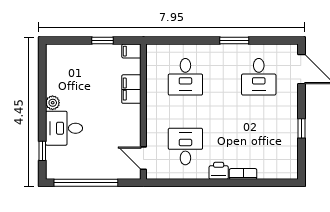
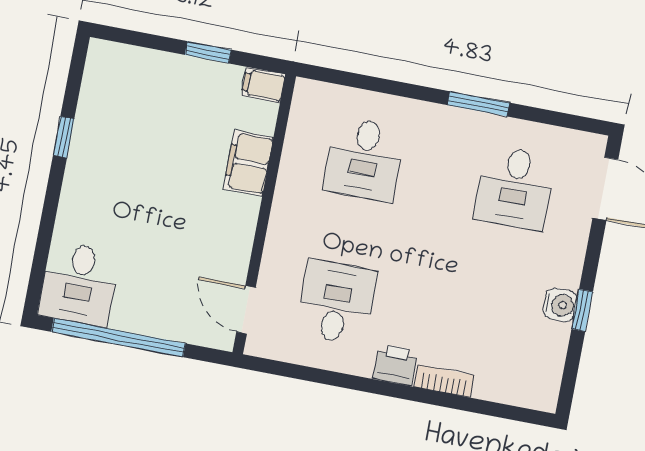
plant: (53, 103) -> (81, 160), removed
desk: (64, 128) -> (79, 284), moved, turned -90
water cooler: (291, 128) -> (560, 305), added
window: (42, 151) -> (64, 137), moved

